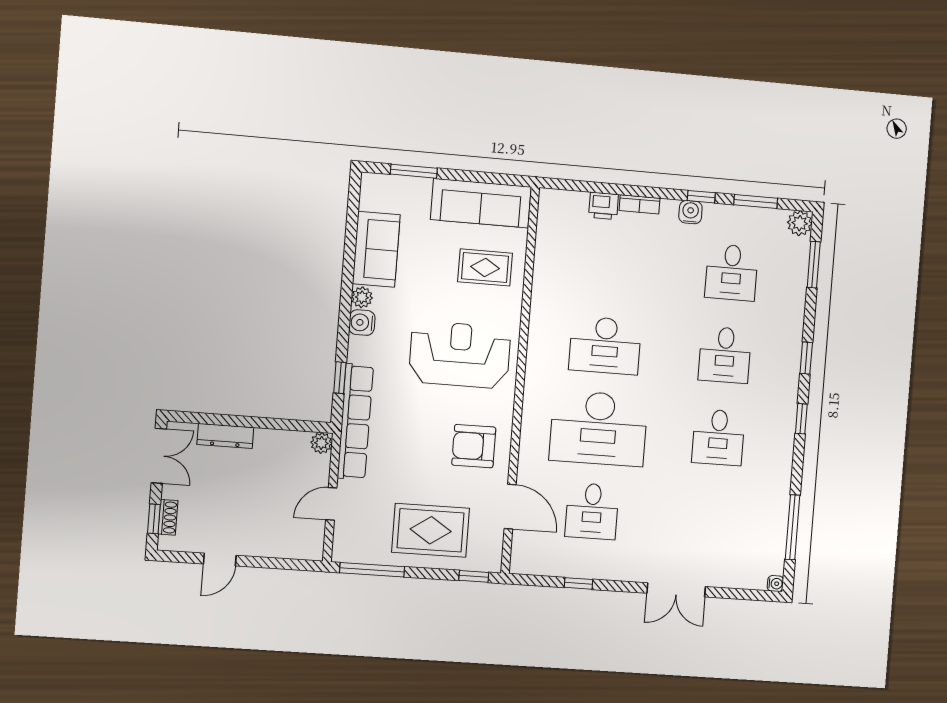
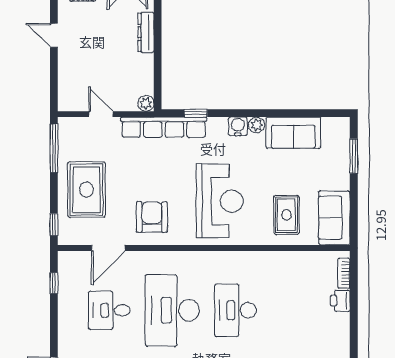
sofa: (481, 203) -> (334, 218), width x0.73
bookcase: (640, 204) -> (344, 273), moved
window: (578, 583) -> (54, 283), moved

